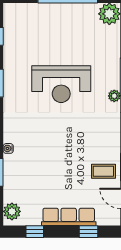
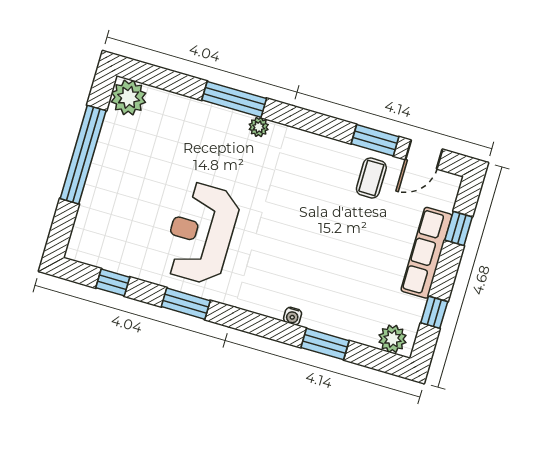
reception desk: (61, 84) -> (201, 233), moved, turned 180

